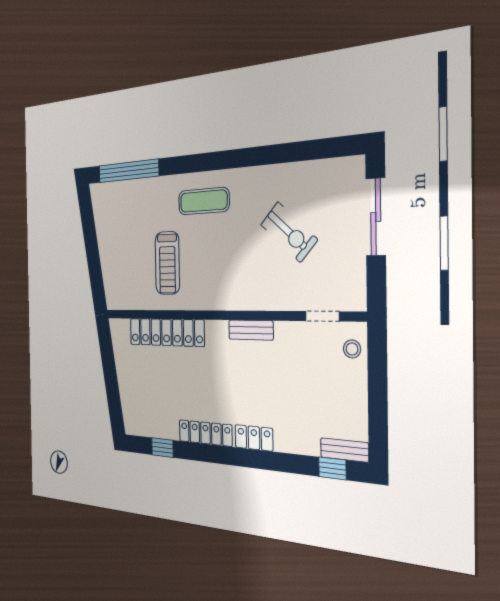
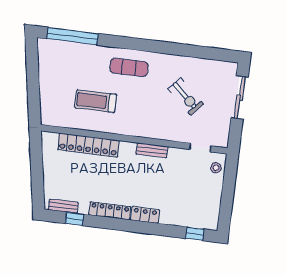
treadmill: (167, 263) -> (96, 101), turned 90
bench: (344, 450) -> (63, 206), moved

